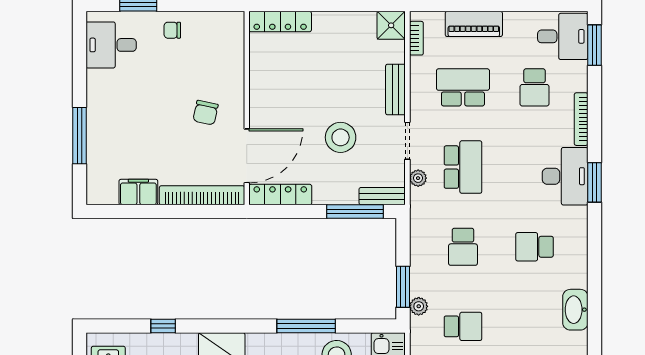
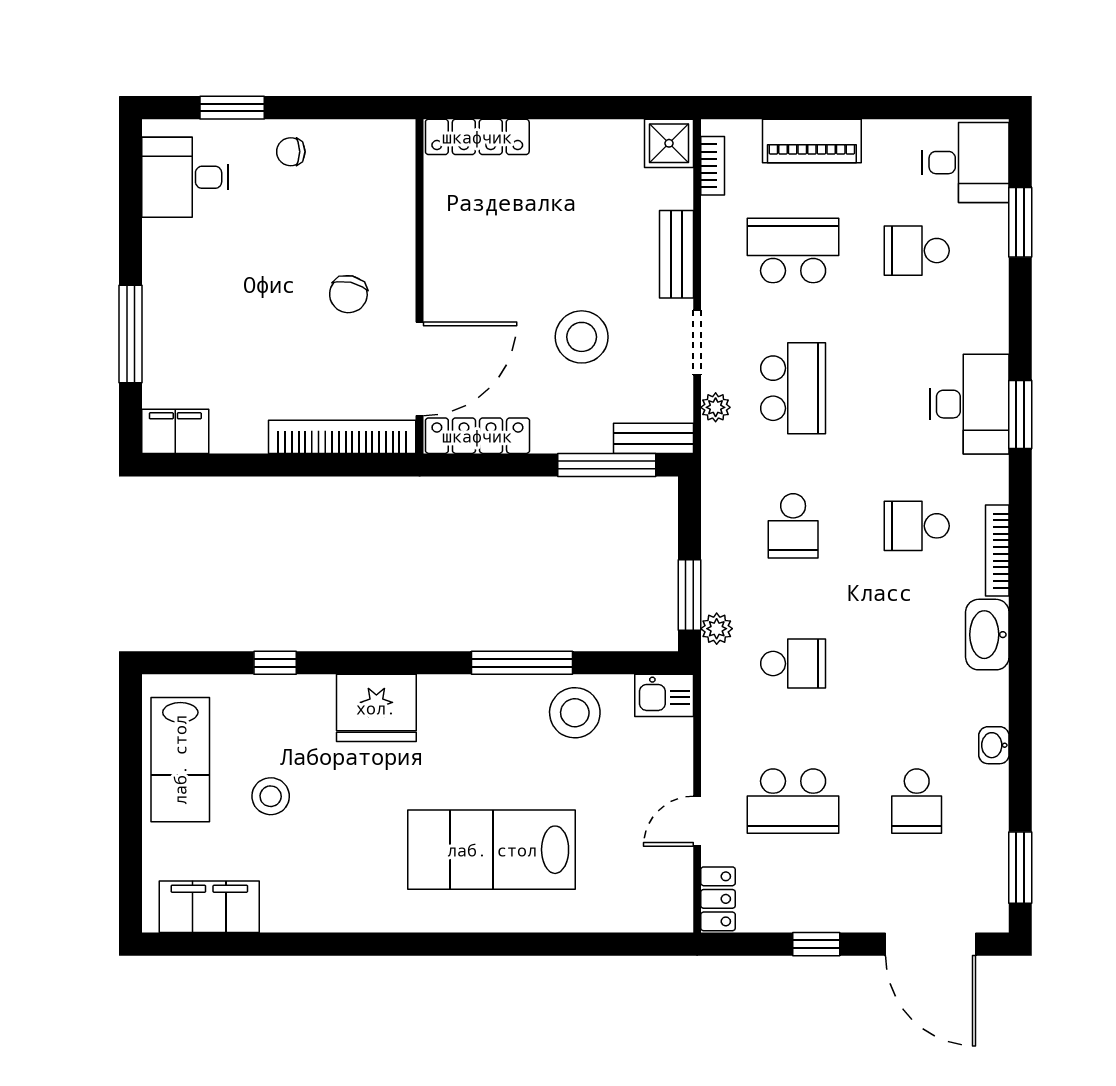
window: (594, 45) -> (1020, 222), moved
school desk: (534, 87) -> (917, 251), turned 90
bookcase: (581, 119) -> (997, 551), moved
filing cabinet: (138, 192) -> (175, 431), moved

